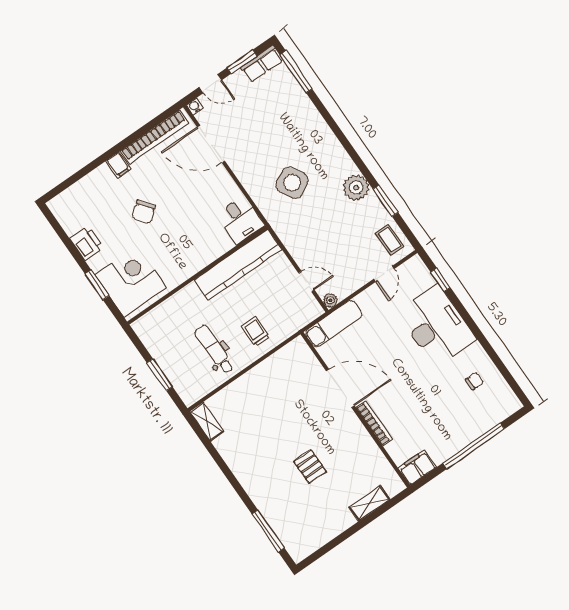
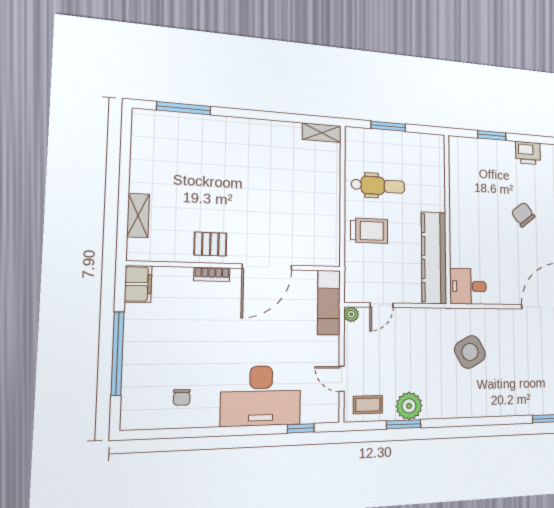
plant: (356, 188) -> (409, 406), moved
corner desk: (131, 281) -> (478, 163), removed
trolley: (255, 331) -> (369, 231), width x1.36, depth x1.39
bookcase: (374, 423) -> (212, 274), width x0.64
pallet: (310, 467) -> (210, 244), moved

